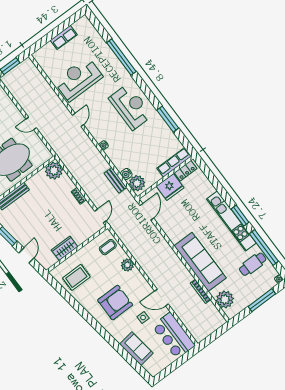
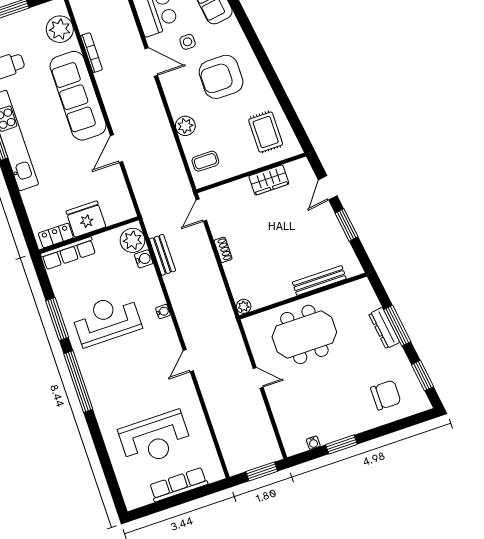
row of seats: (64, 37) -> (179, 485), width x1.48
window: (121, 57) -> (78, 381), moved
reception desk: (78, 79) -> (155, 439), moved
reception desk: (131, 107) -> (107, 320), moved, turned 90
plant: (54, 171) -> (244, 306), width x0.53, depth x0.53
door: (147, 212) -> (116, 149), moved
rug: (76, 277) -> (266, 132), turned 90

